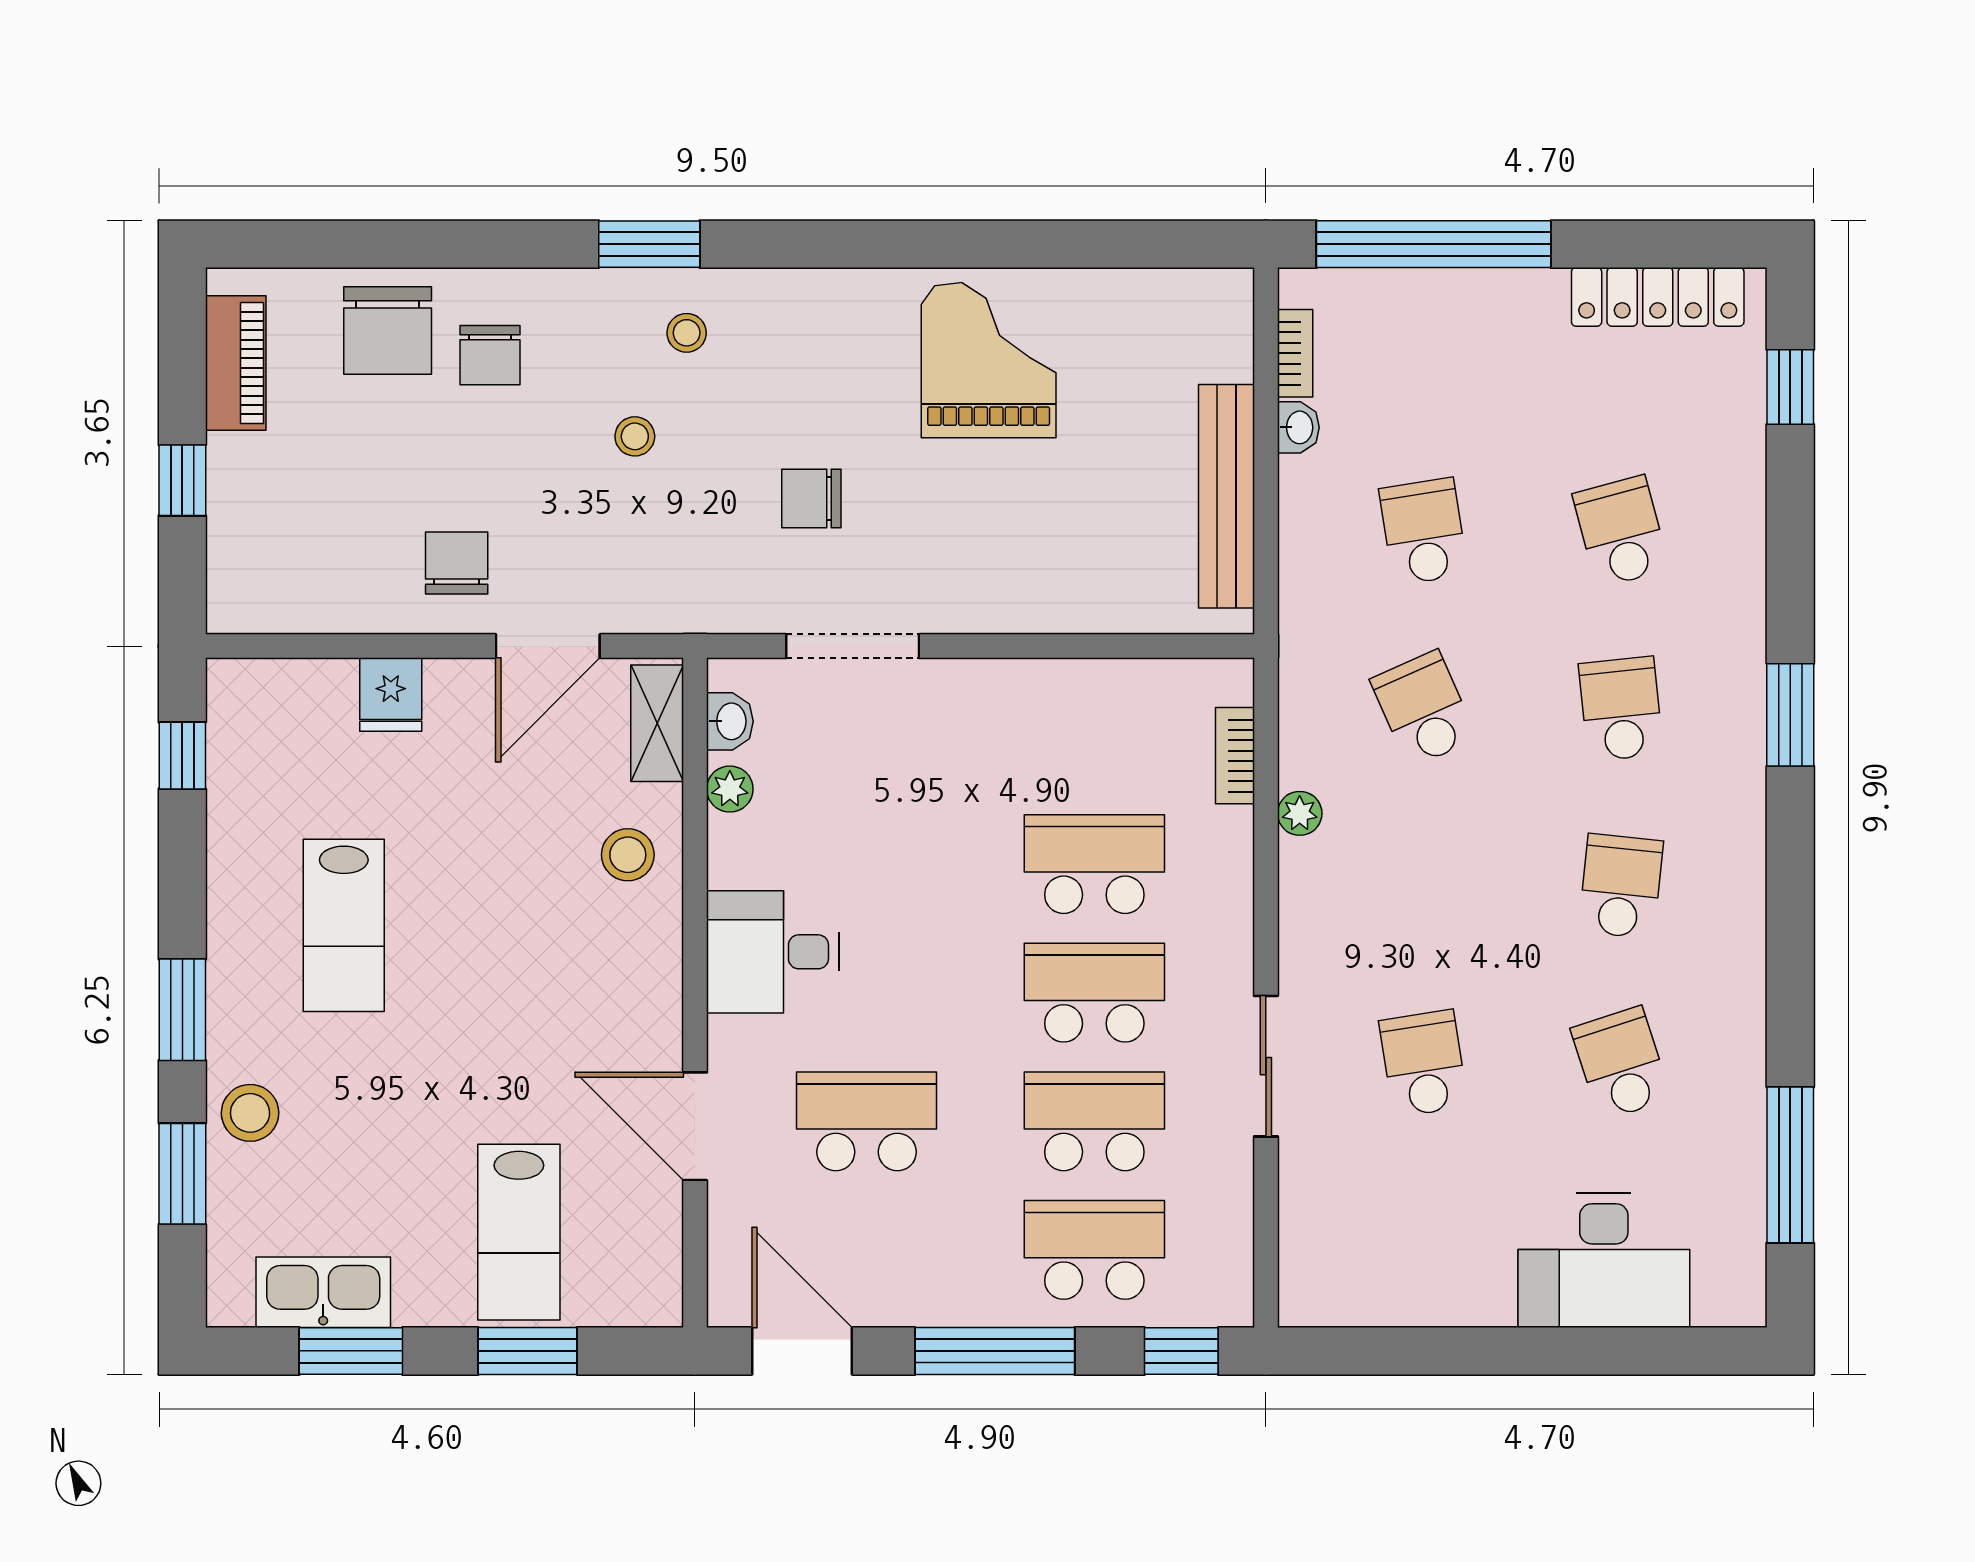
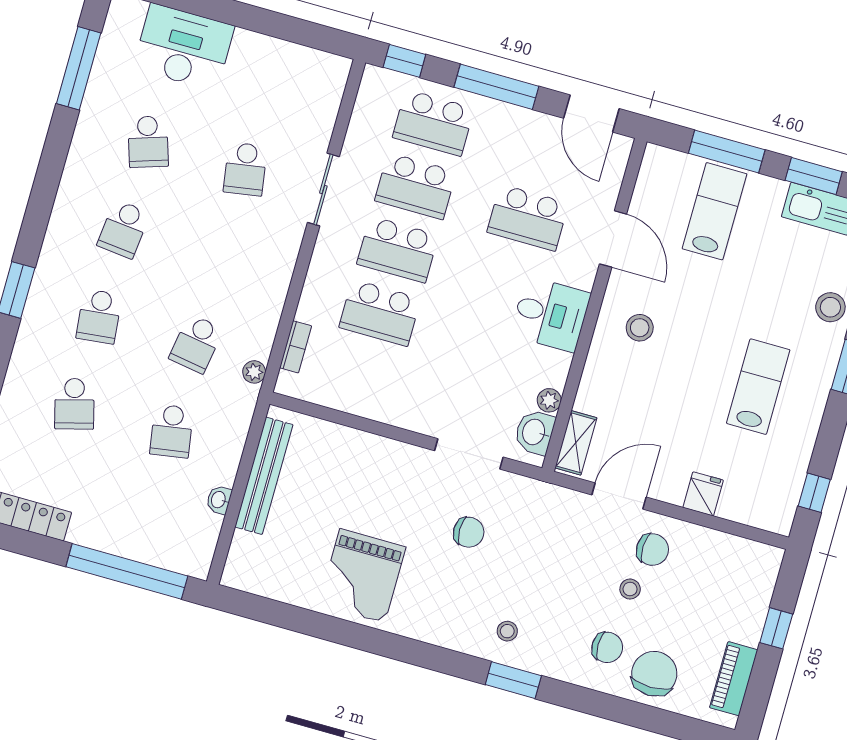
bookcase: (1295, 353) -> (210, 537), removed
chair: (490, 355) -> (607, 647), turned 90
stool: (635, 436) -> (630, 589), moved
chair: (457, 563) -> (652, 550), turned -88
school desk: (1424, 709) -> (196, 344), turned 33
washbasin: (730, 721) -> (535, 432), width x1.38, depth x1.45
plant: (1300, 813) -> (254, 372), moved
stool: (628, 855) -> (640, 328), moved
window: (528, 1351) -> (727, 151), width x1.44

